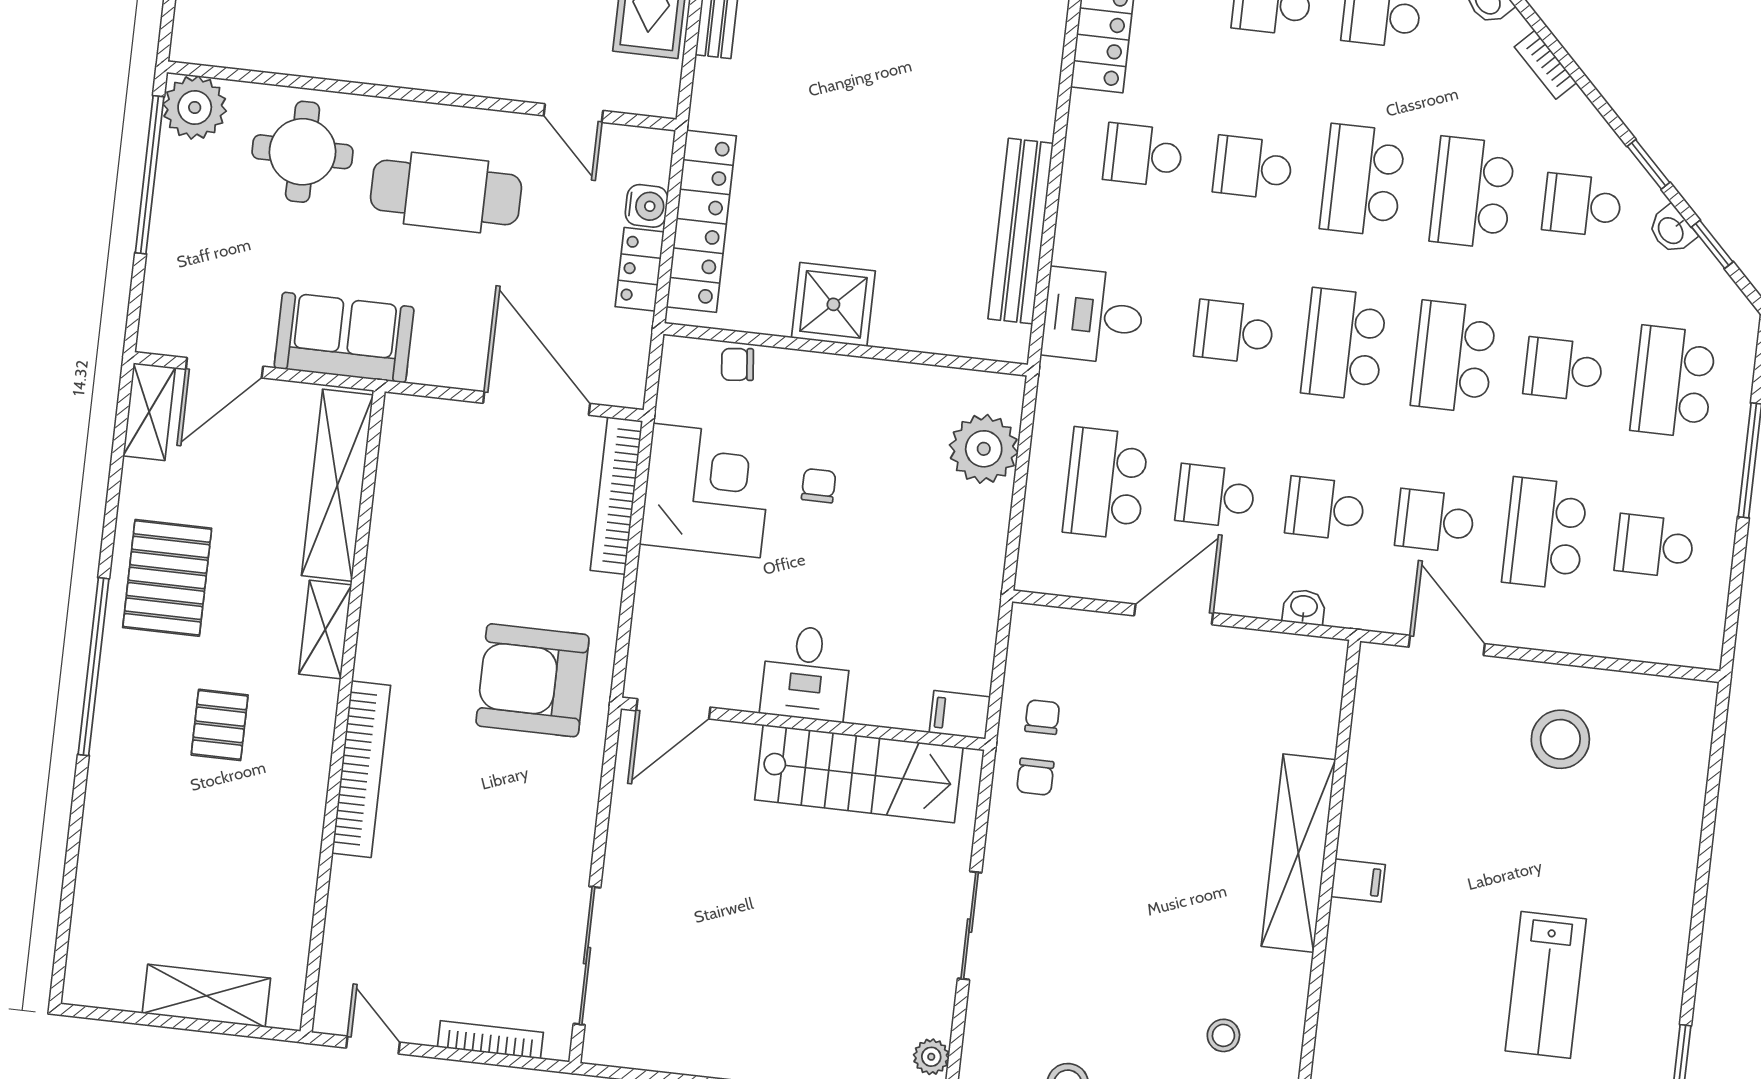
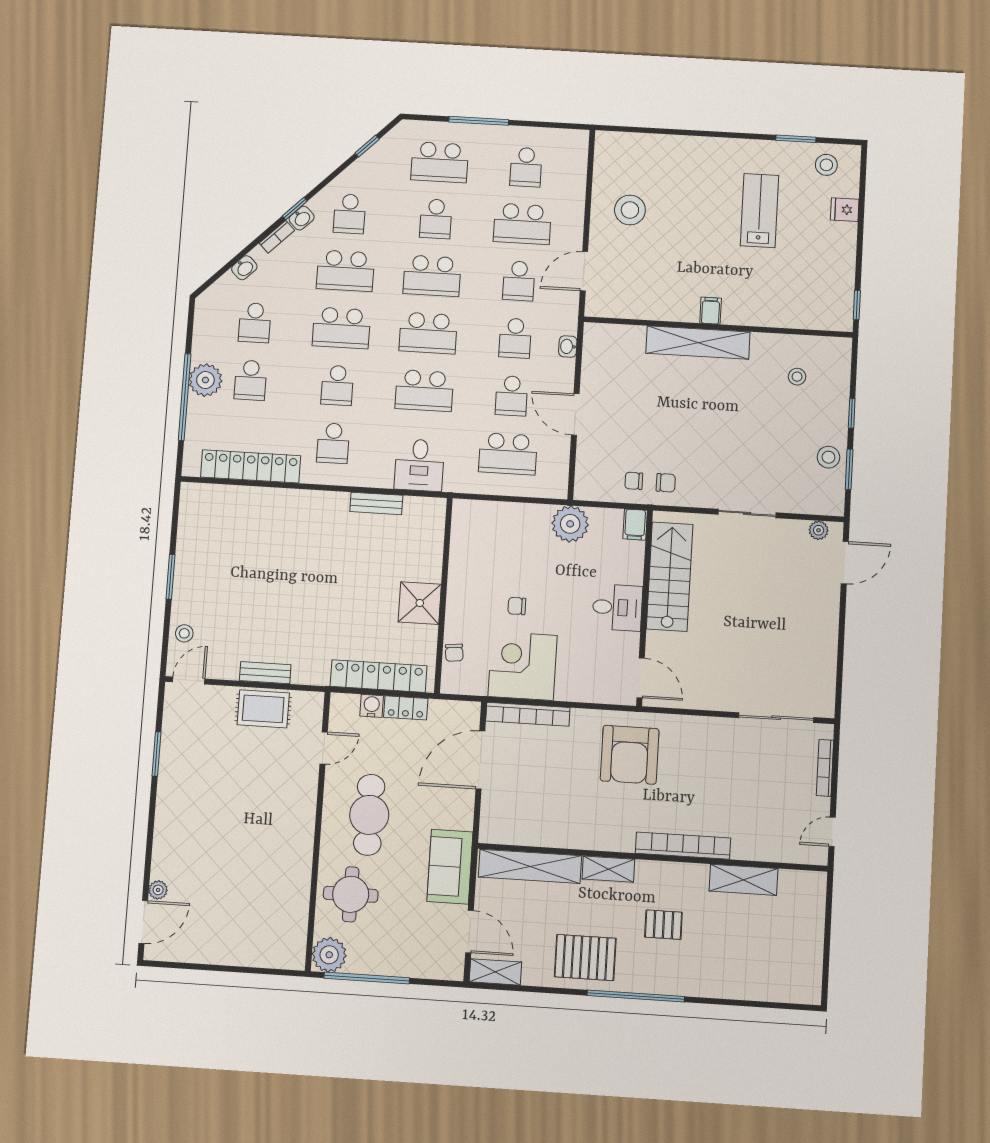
window: (1649, 164) -> (295, 208), moved
washbasin: (1672, 230) -> (302, 218), moved
bench: (1021, 231) -> (376, 503), width x0.54, depth x0.82
school desk: (1234, 332) -> (424, 391), width x1.85
plant: (984, 449) -> (570, 524), moved
lab bench: (1546, 985) -> (759, 211), turned -90
shelving: (206, 996) -> (743, 880), moved, turned 90

